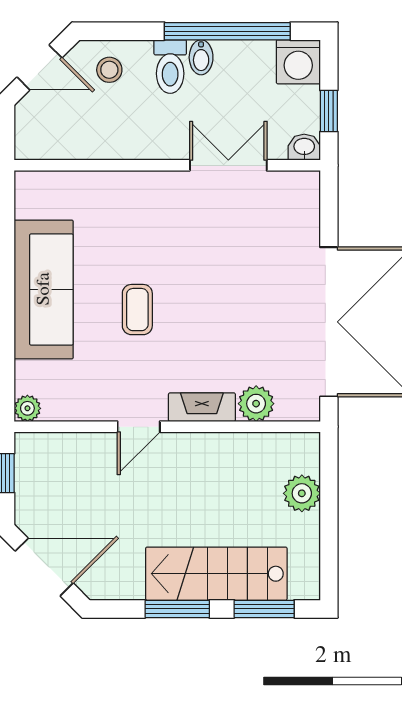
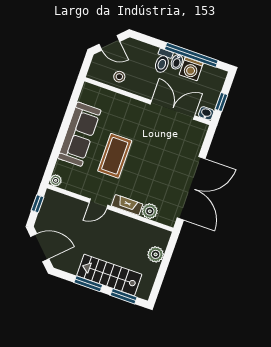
washing machine: (298, 62) -> (191, 69), moved
stool: (109, 70) -> (119, 77), moved
double door: (228, 165) -> (173, 110), width x1.37
coffee table: (137, 310) -> (115, 156), width x1.86, depth x1.72

